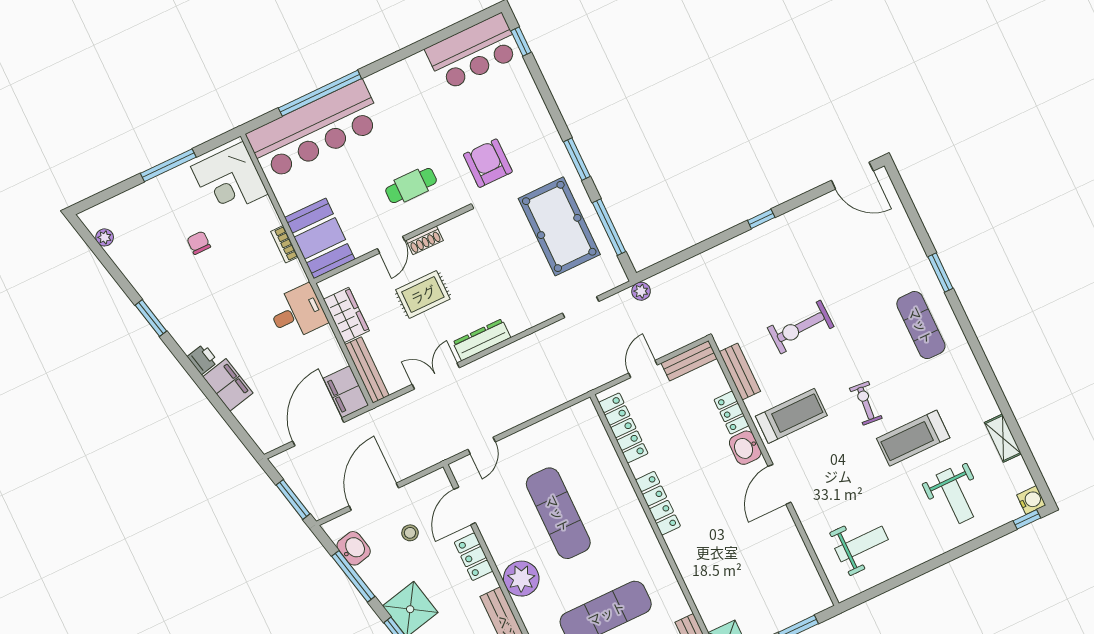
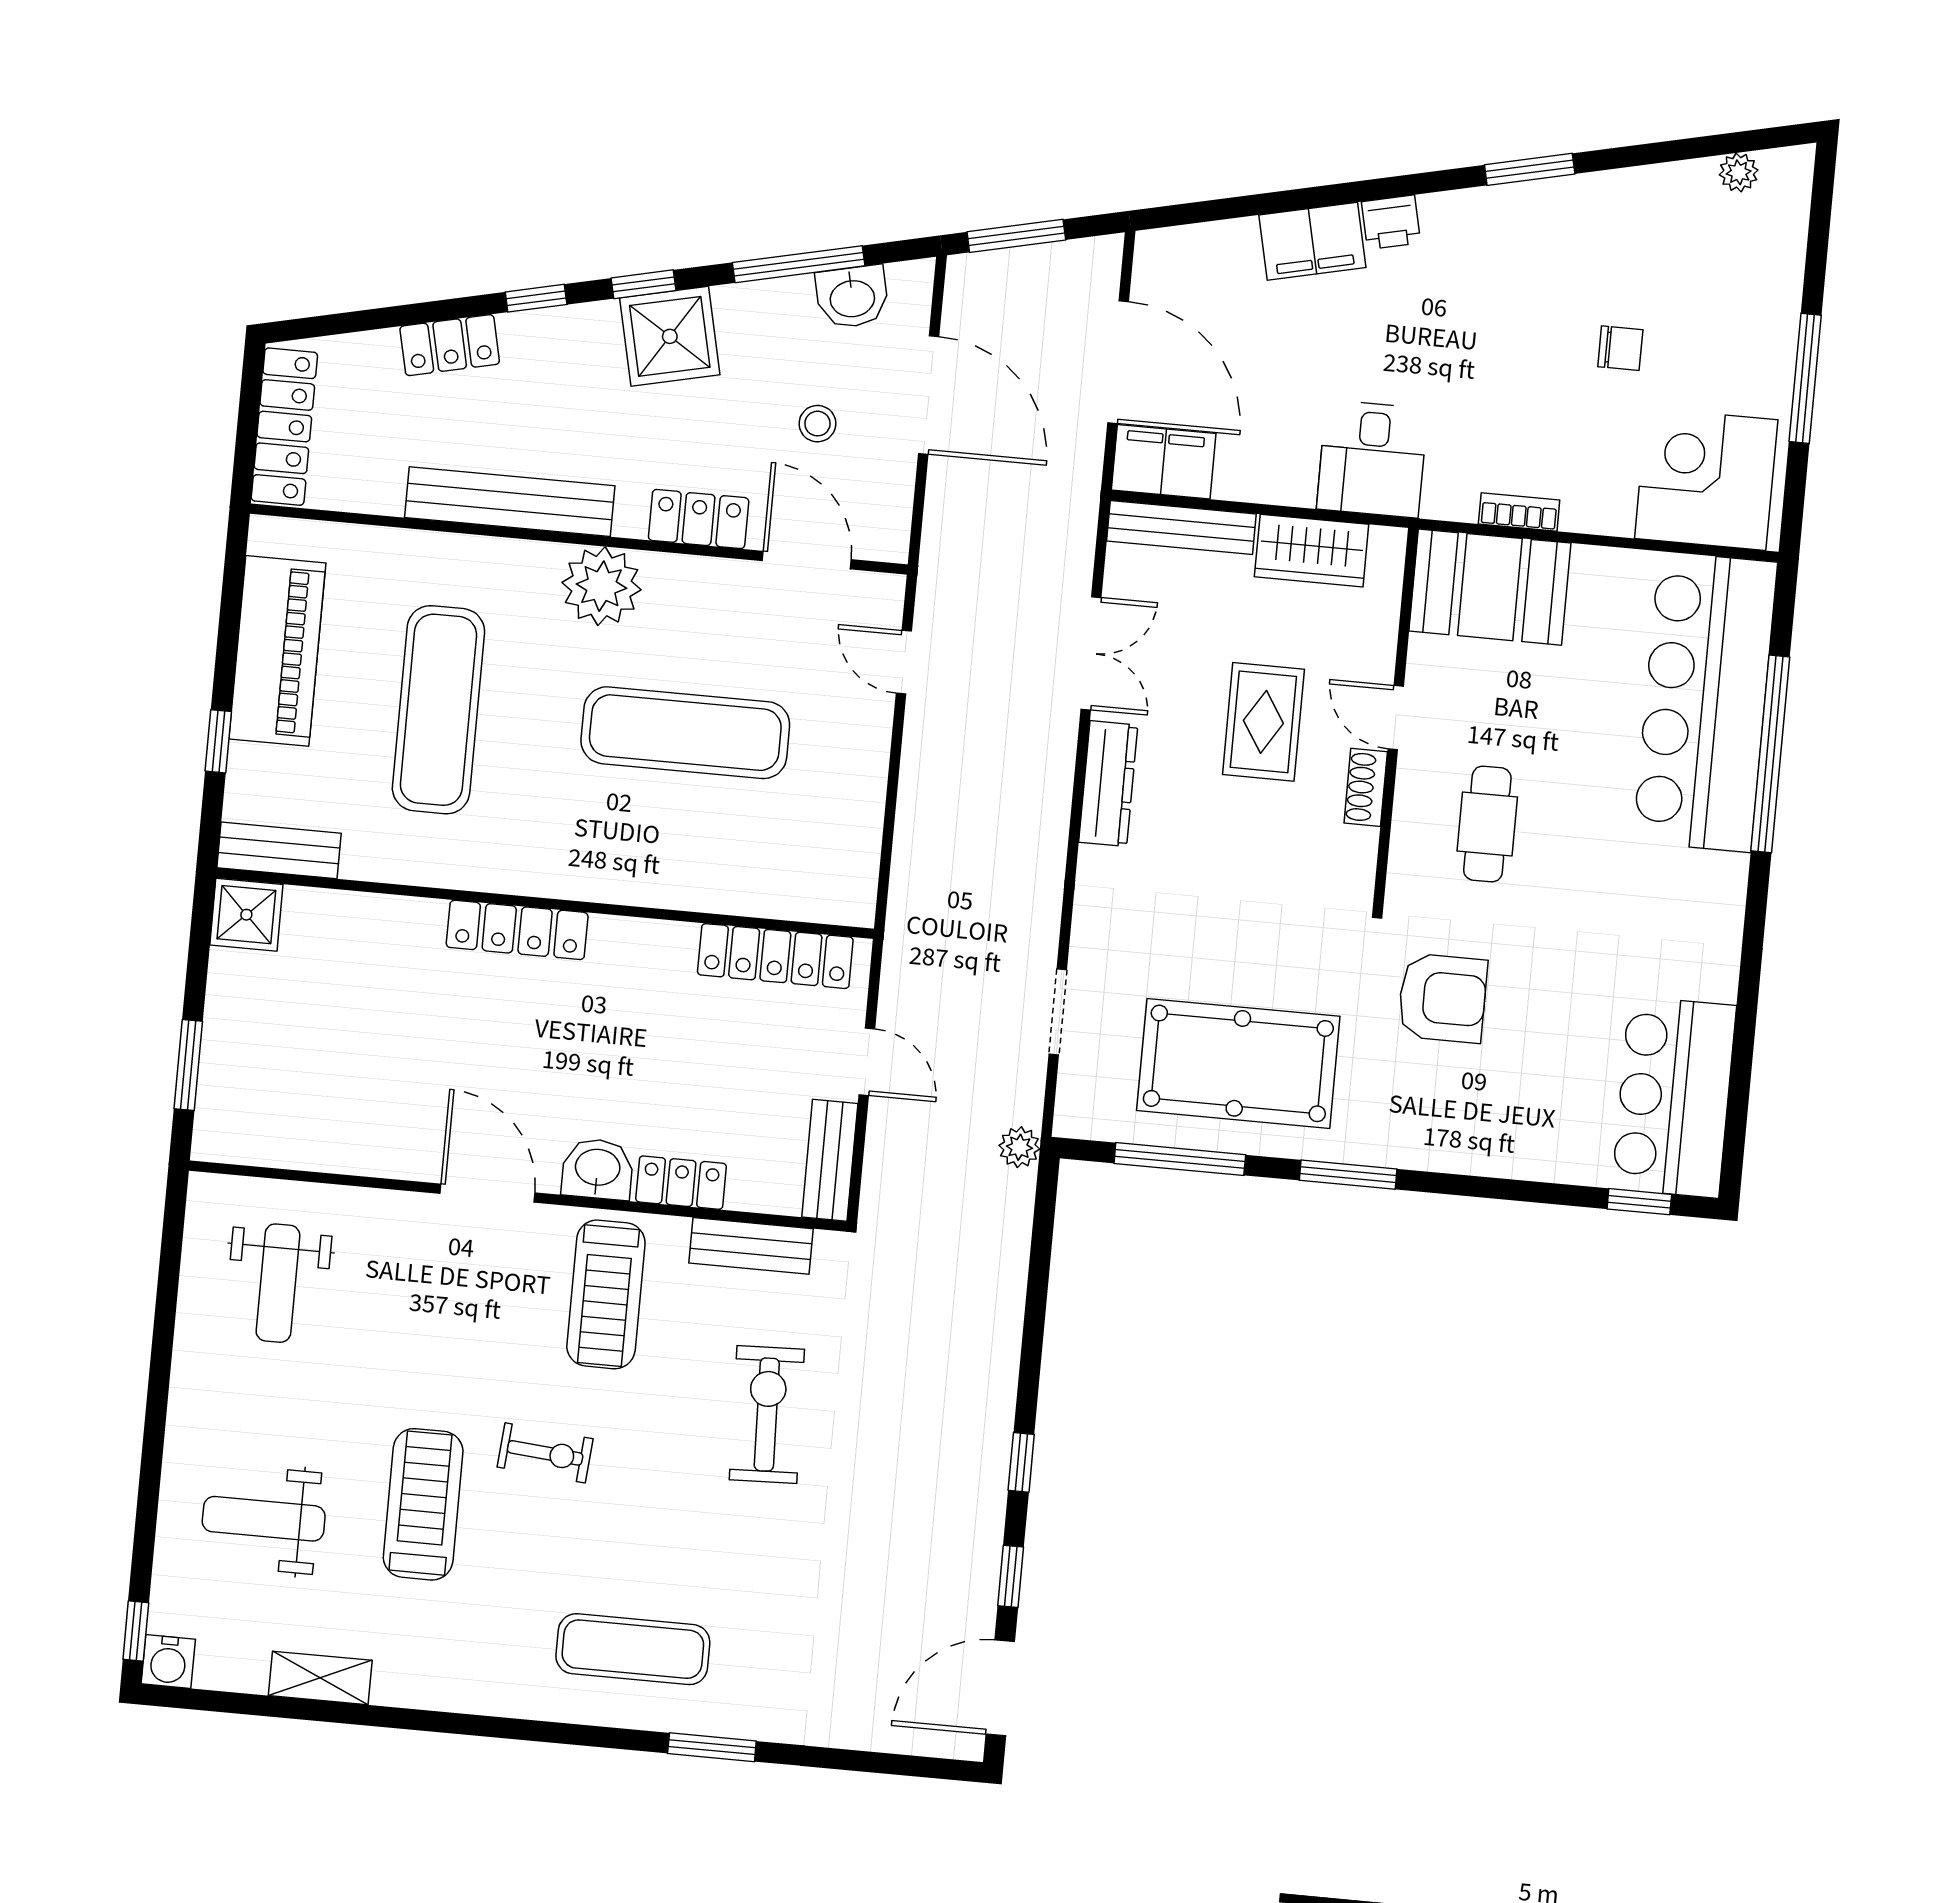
window: (807, 197) -> (1011, 1576), added
locker: (658, 503) -> (517, 930), moved

